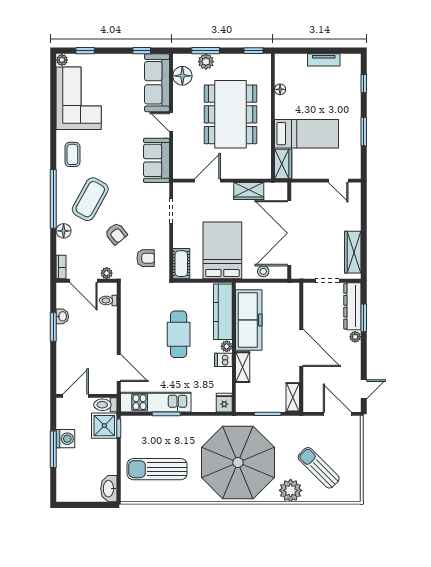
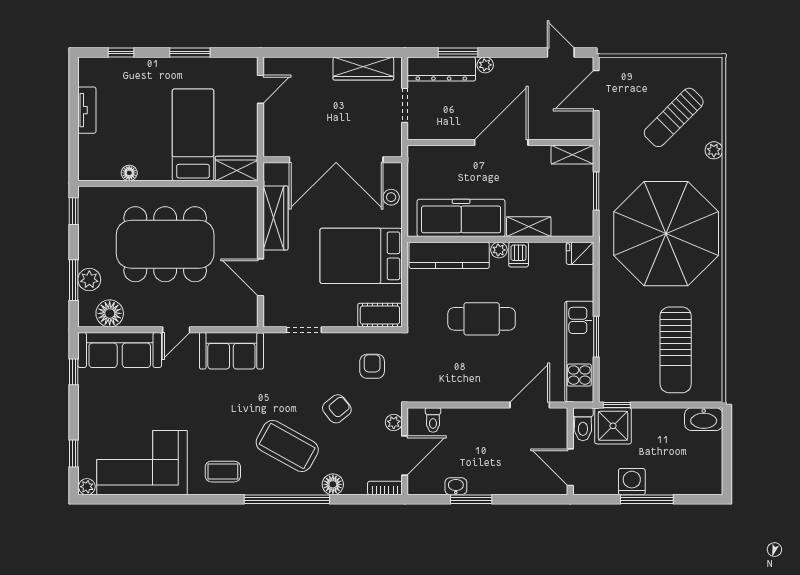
wardrobe: (249, 191) -> (275, 218), width x1.50
plant: (291, 490) -> (714, 150), width x0.53, depth x0.53

